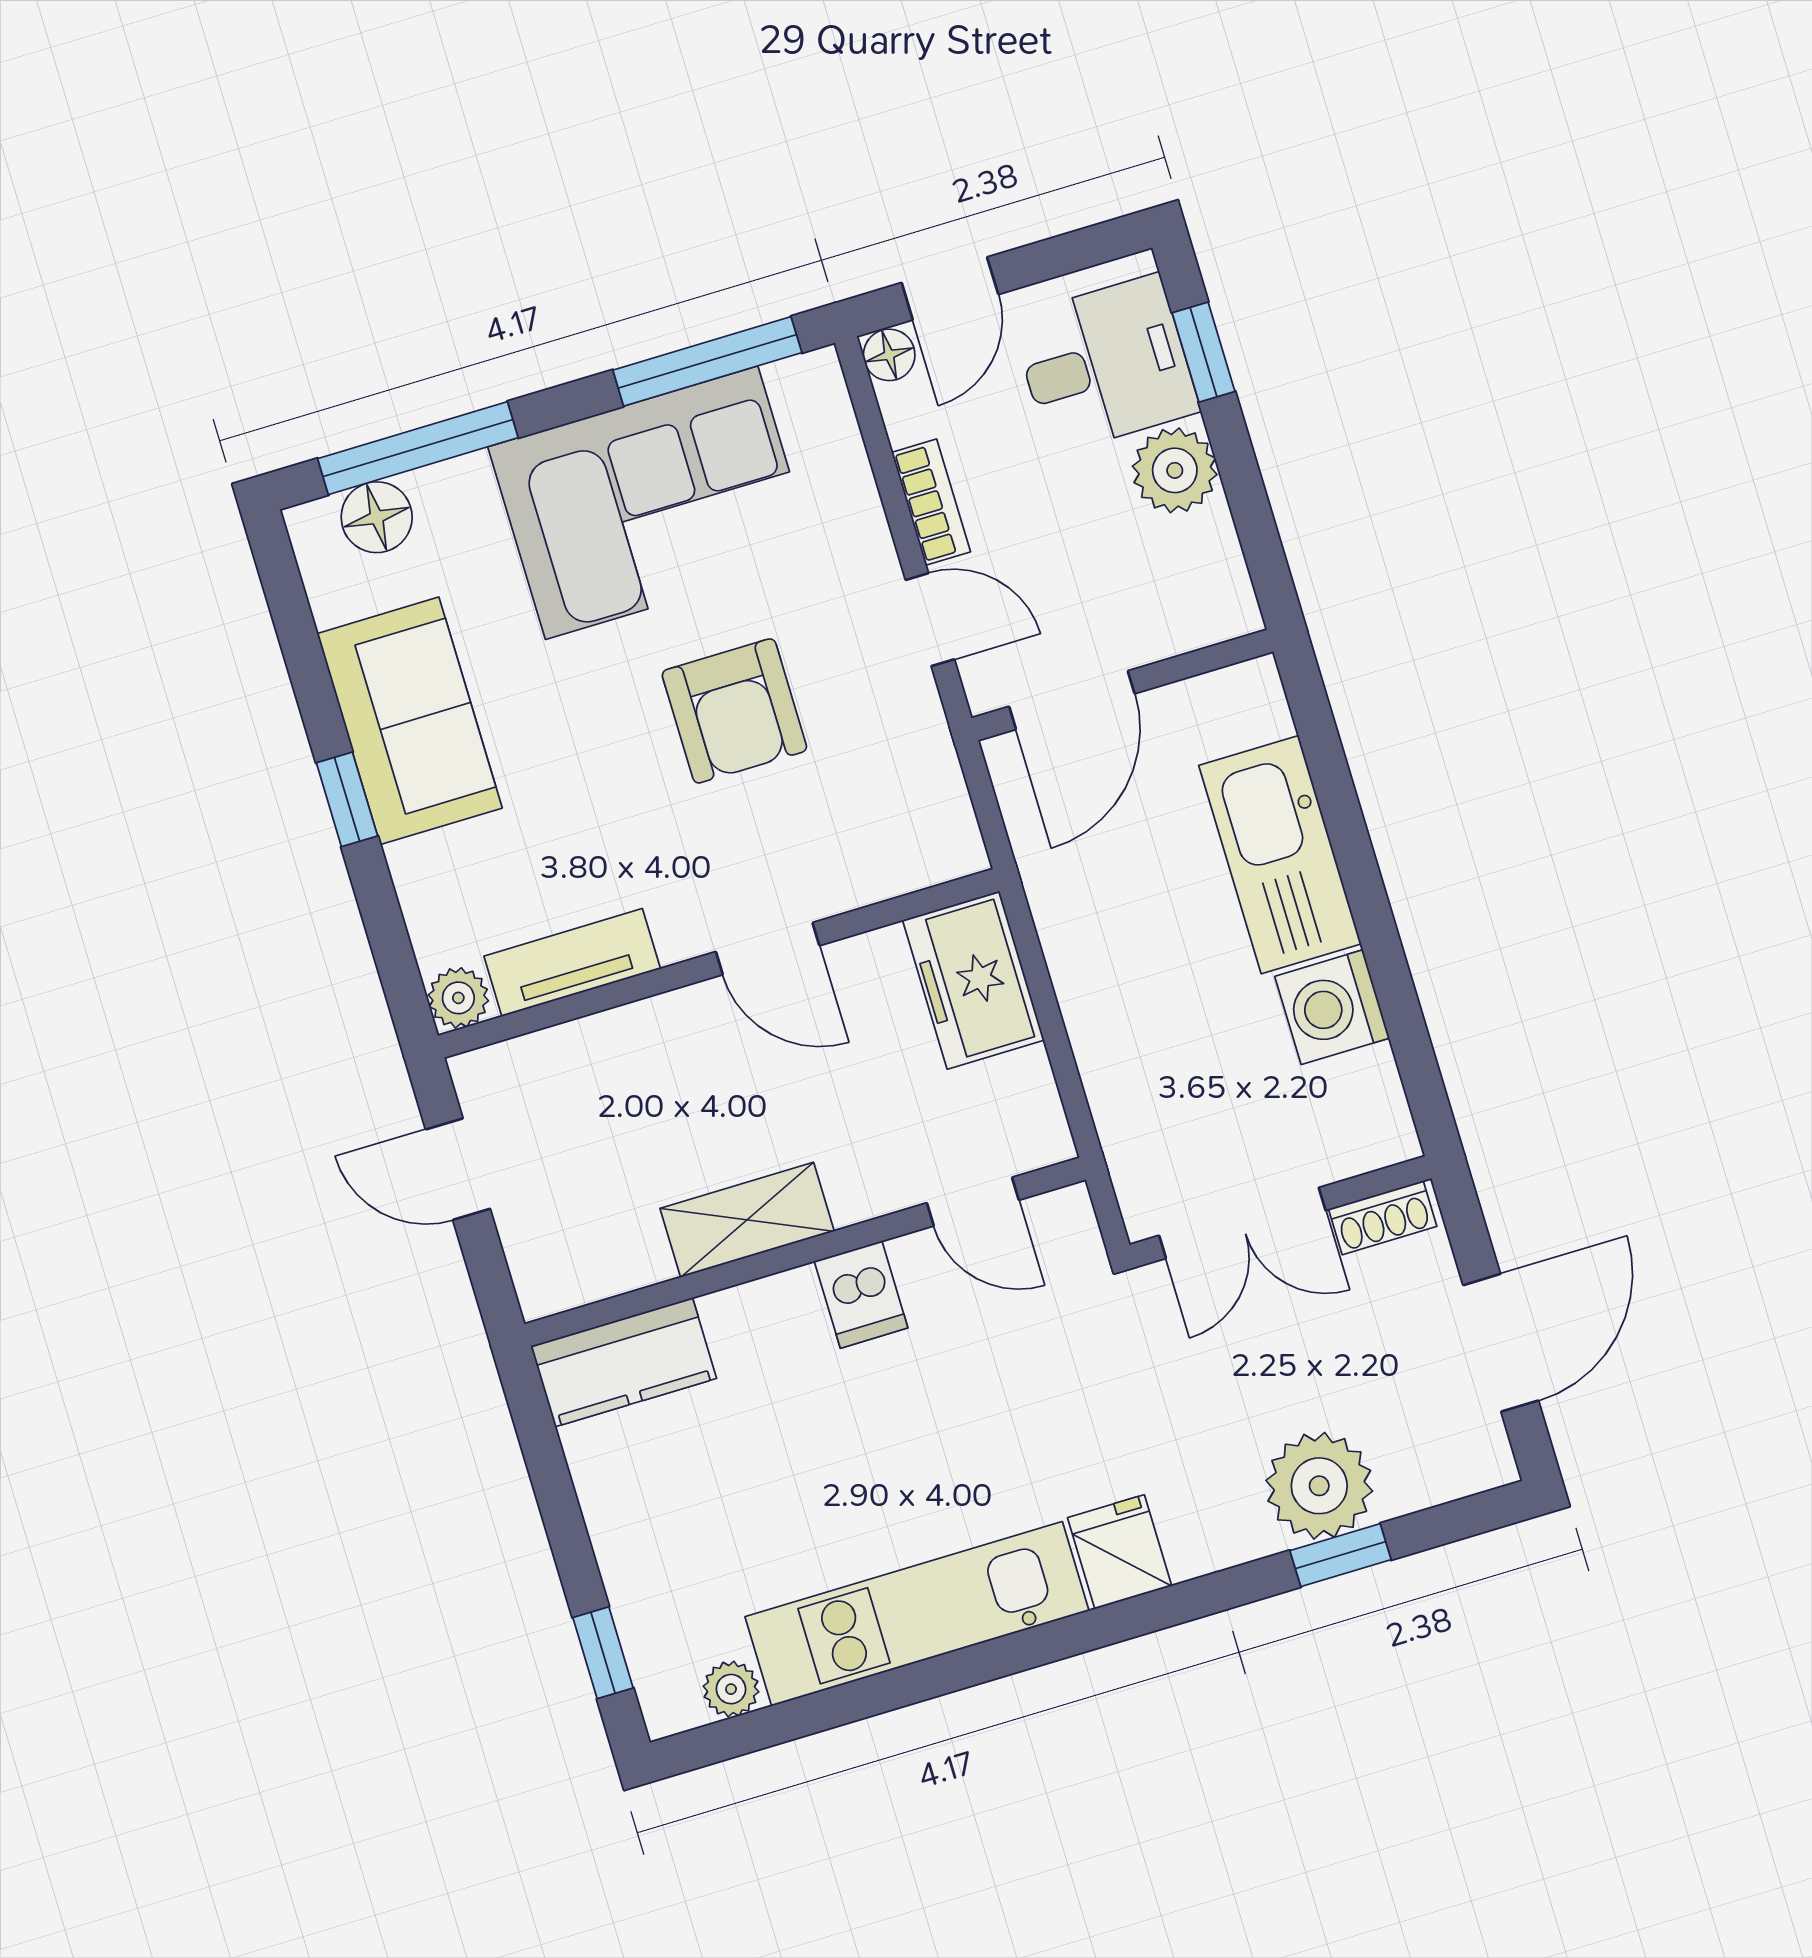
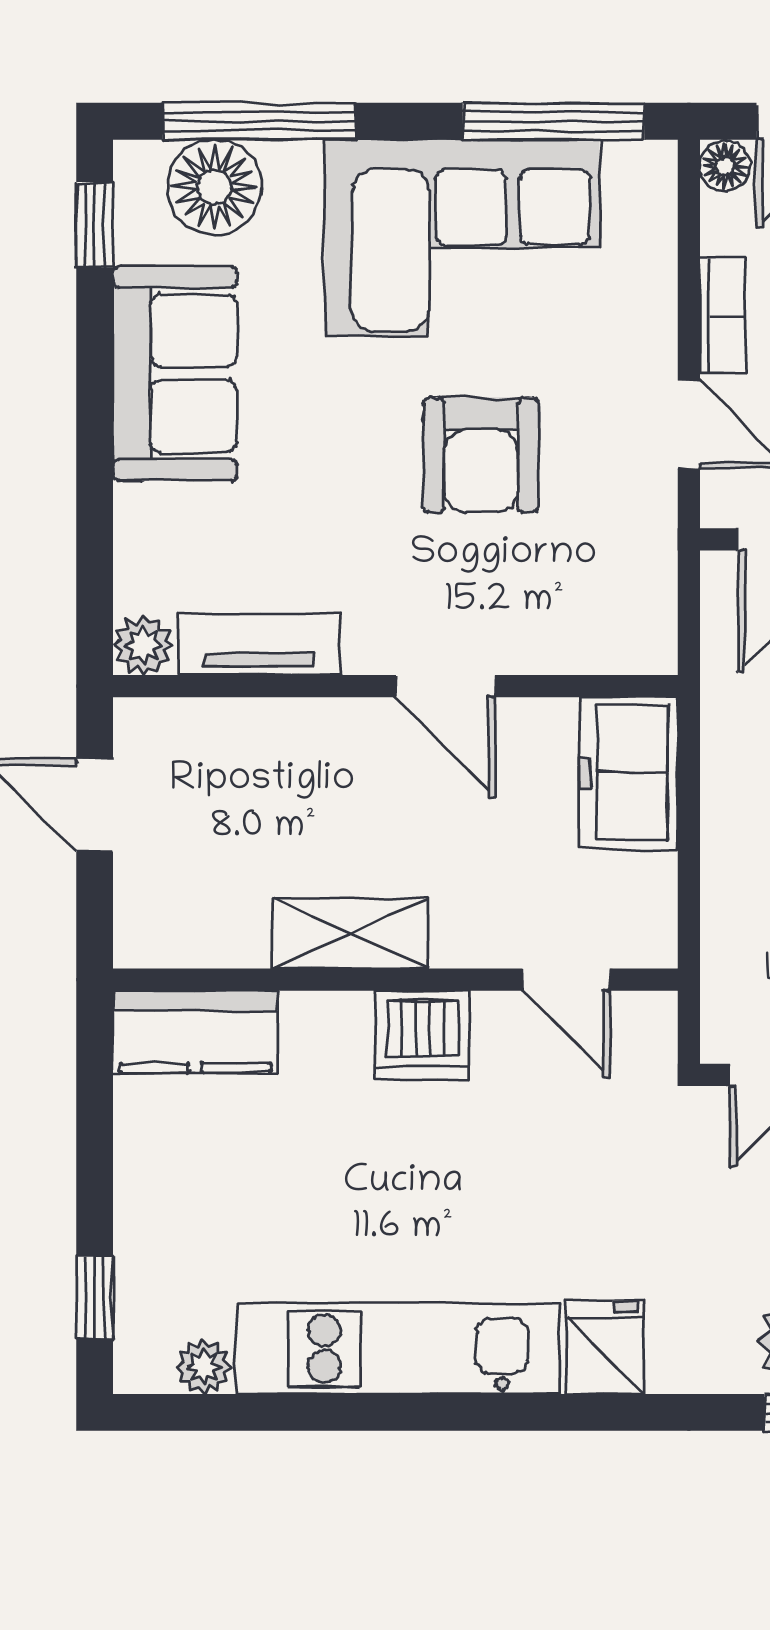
floor lamp: (377, 517) -> (214, 187), width x1.38, depth x1.38
window: (347, 799) -> (95, 225), moved
dishwasher: (861, 1294) -> (423, 1035), width x1.38

